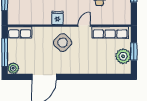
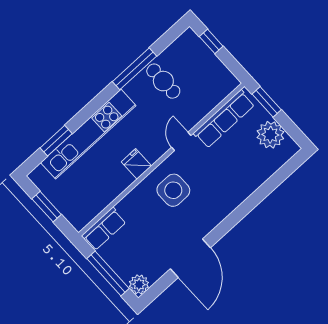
side table: (63, 43) -> (173, 190), turned 45
window: (134, 51) -> (267, 102), moved

